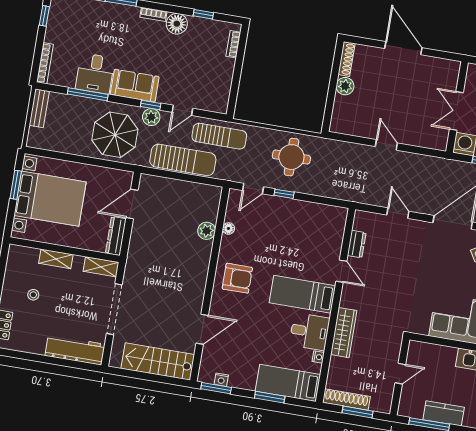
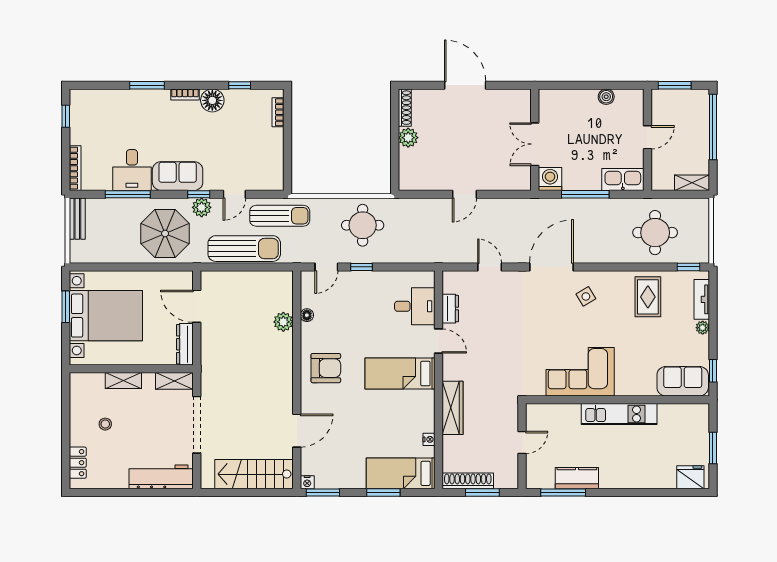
door: (386, 145) -> (464, 194), swing flipped
door: (132, 204) -> (197, 306), hinge flipped
desk: (309, 332) -> (415, 306), moved
nightstand: (221, 380) -> (307, 482), moved

